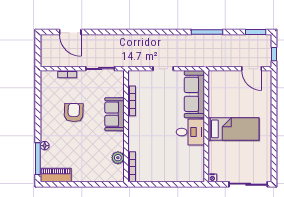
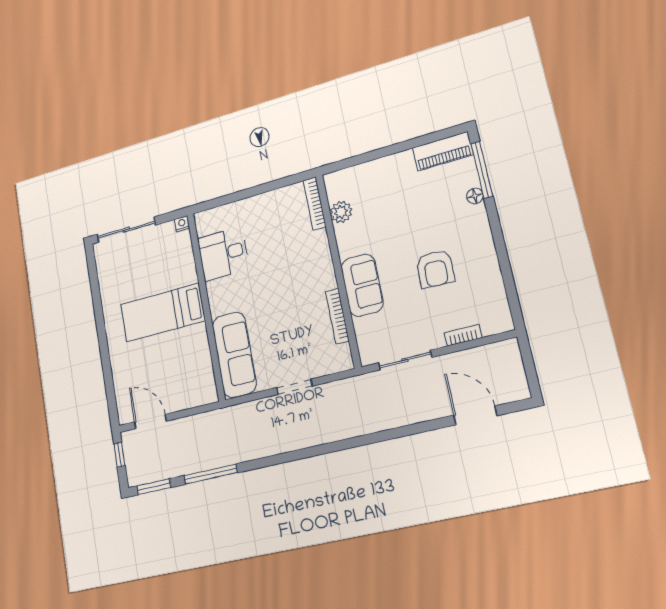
window: (207, 32) -> (211, 474), moved
desk: (190, 132) -> (223, 254), moved

